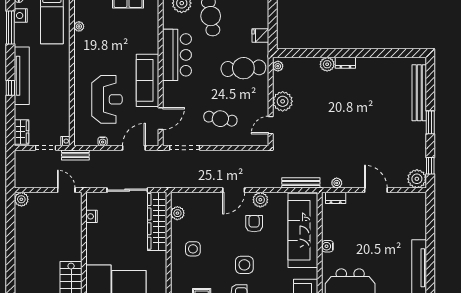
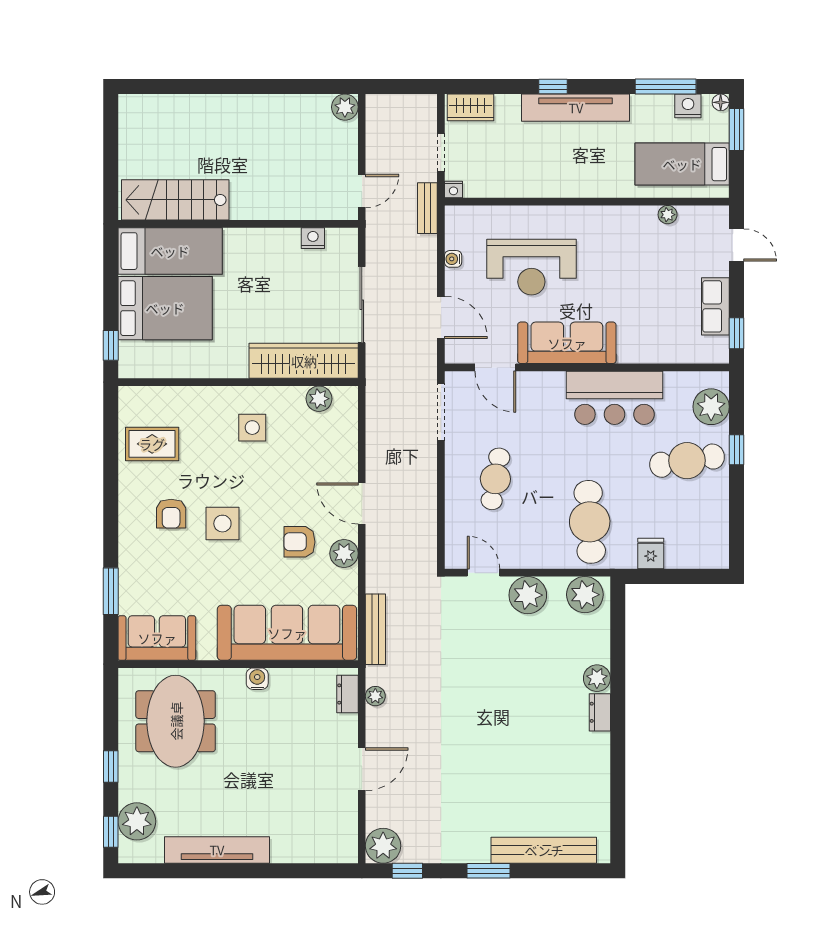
plant: (278, 66) -> (585, 595), width x1.87, depth x1.87
armchair: (254, 224) -> (299, 542), turned 180

